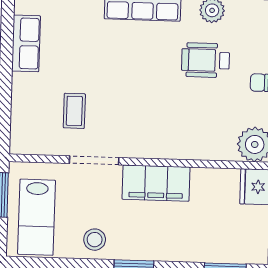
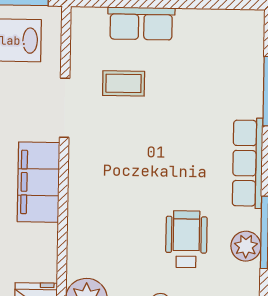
row of seats: (26, 43) -> (141, 23), moved

